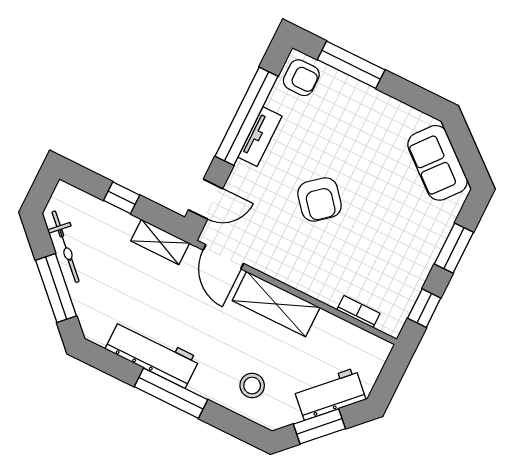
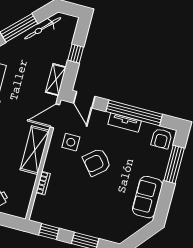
sofa: (438, 163) -> (147, 197), moved, turned -40
side table: (275, 238) -> (71, 142), added
bookcase: (358, 312) -> (43, 183), moved

